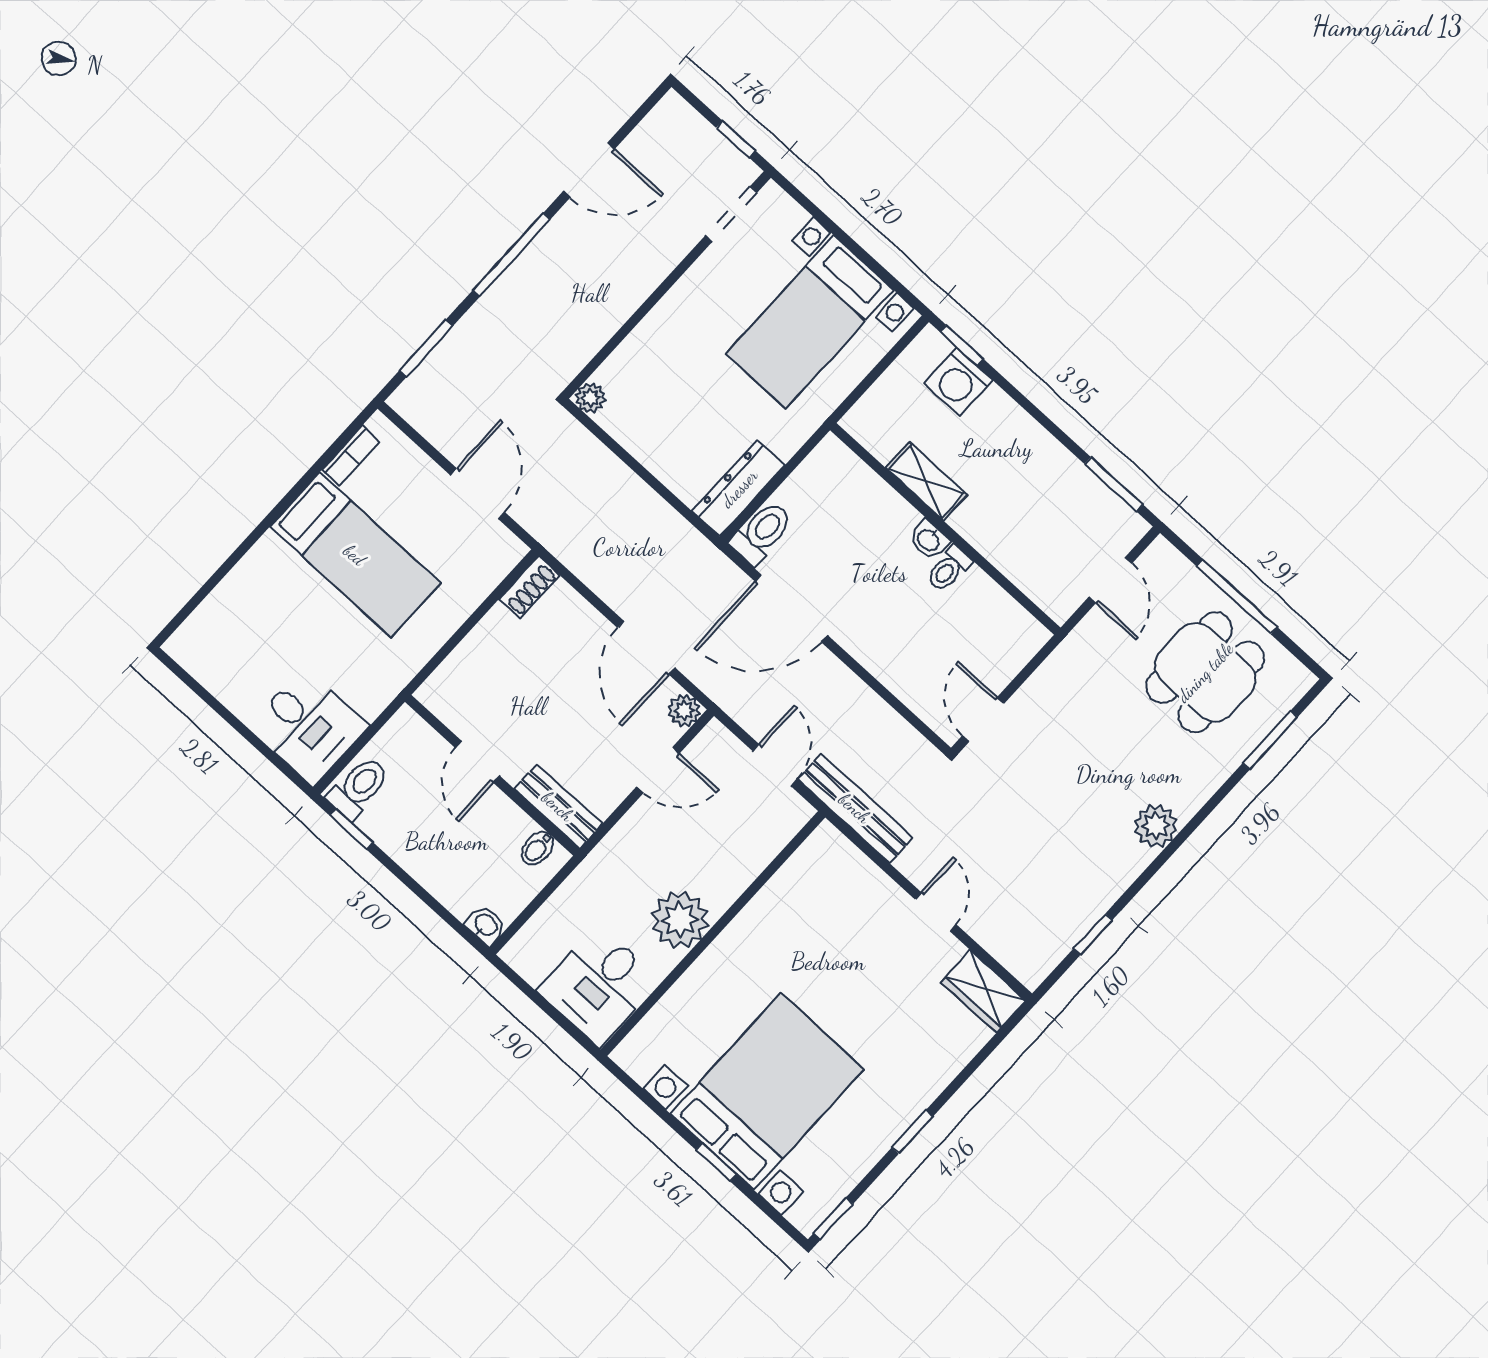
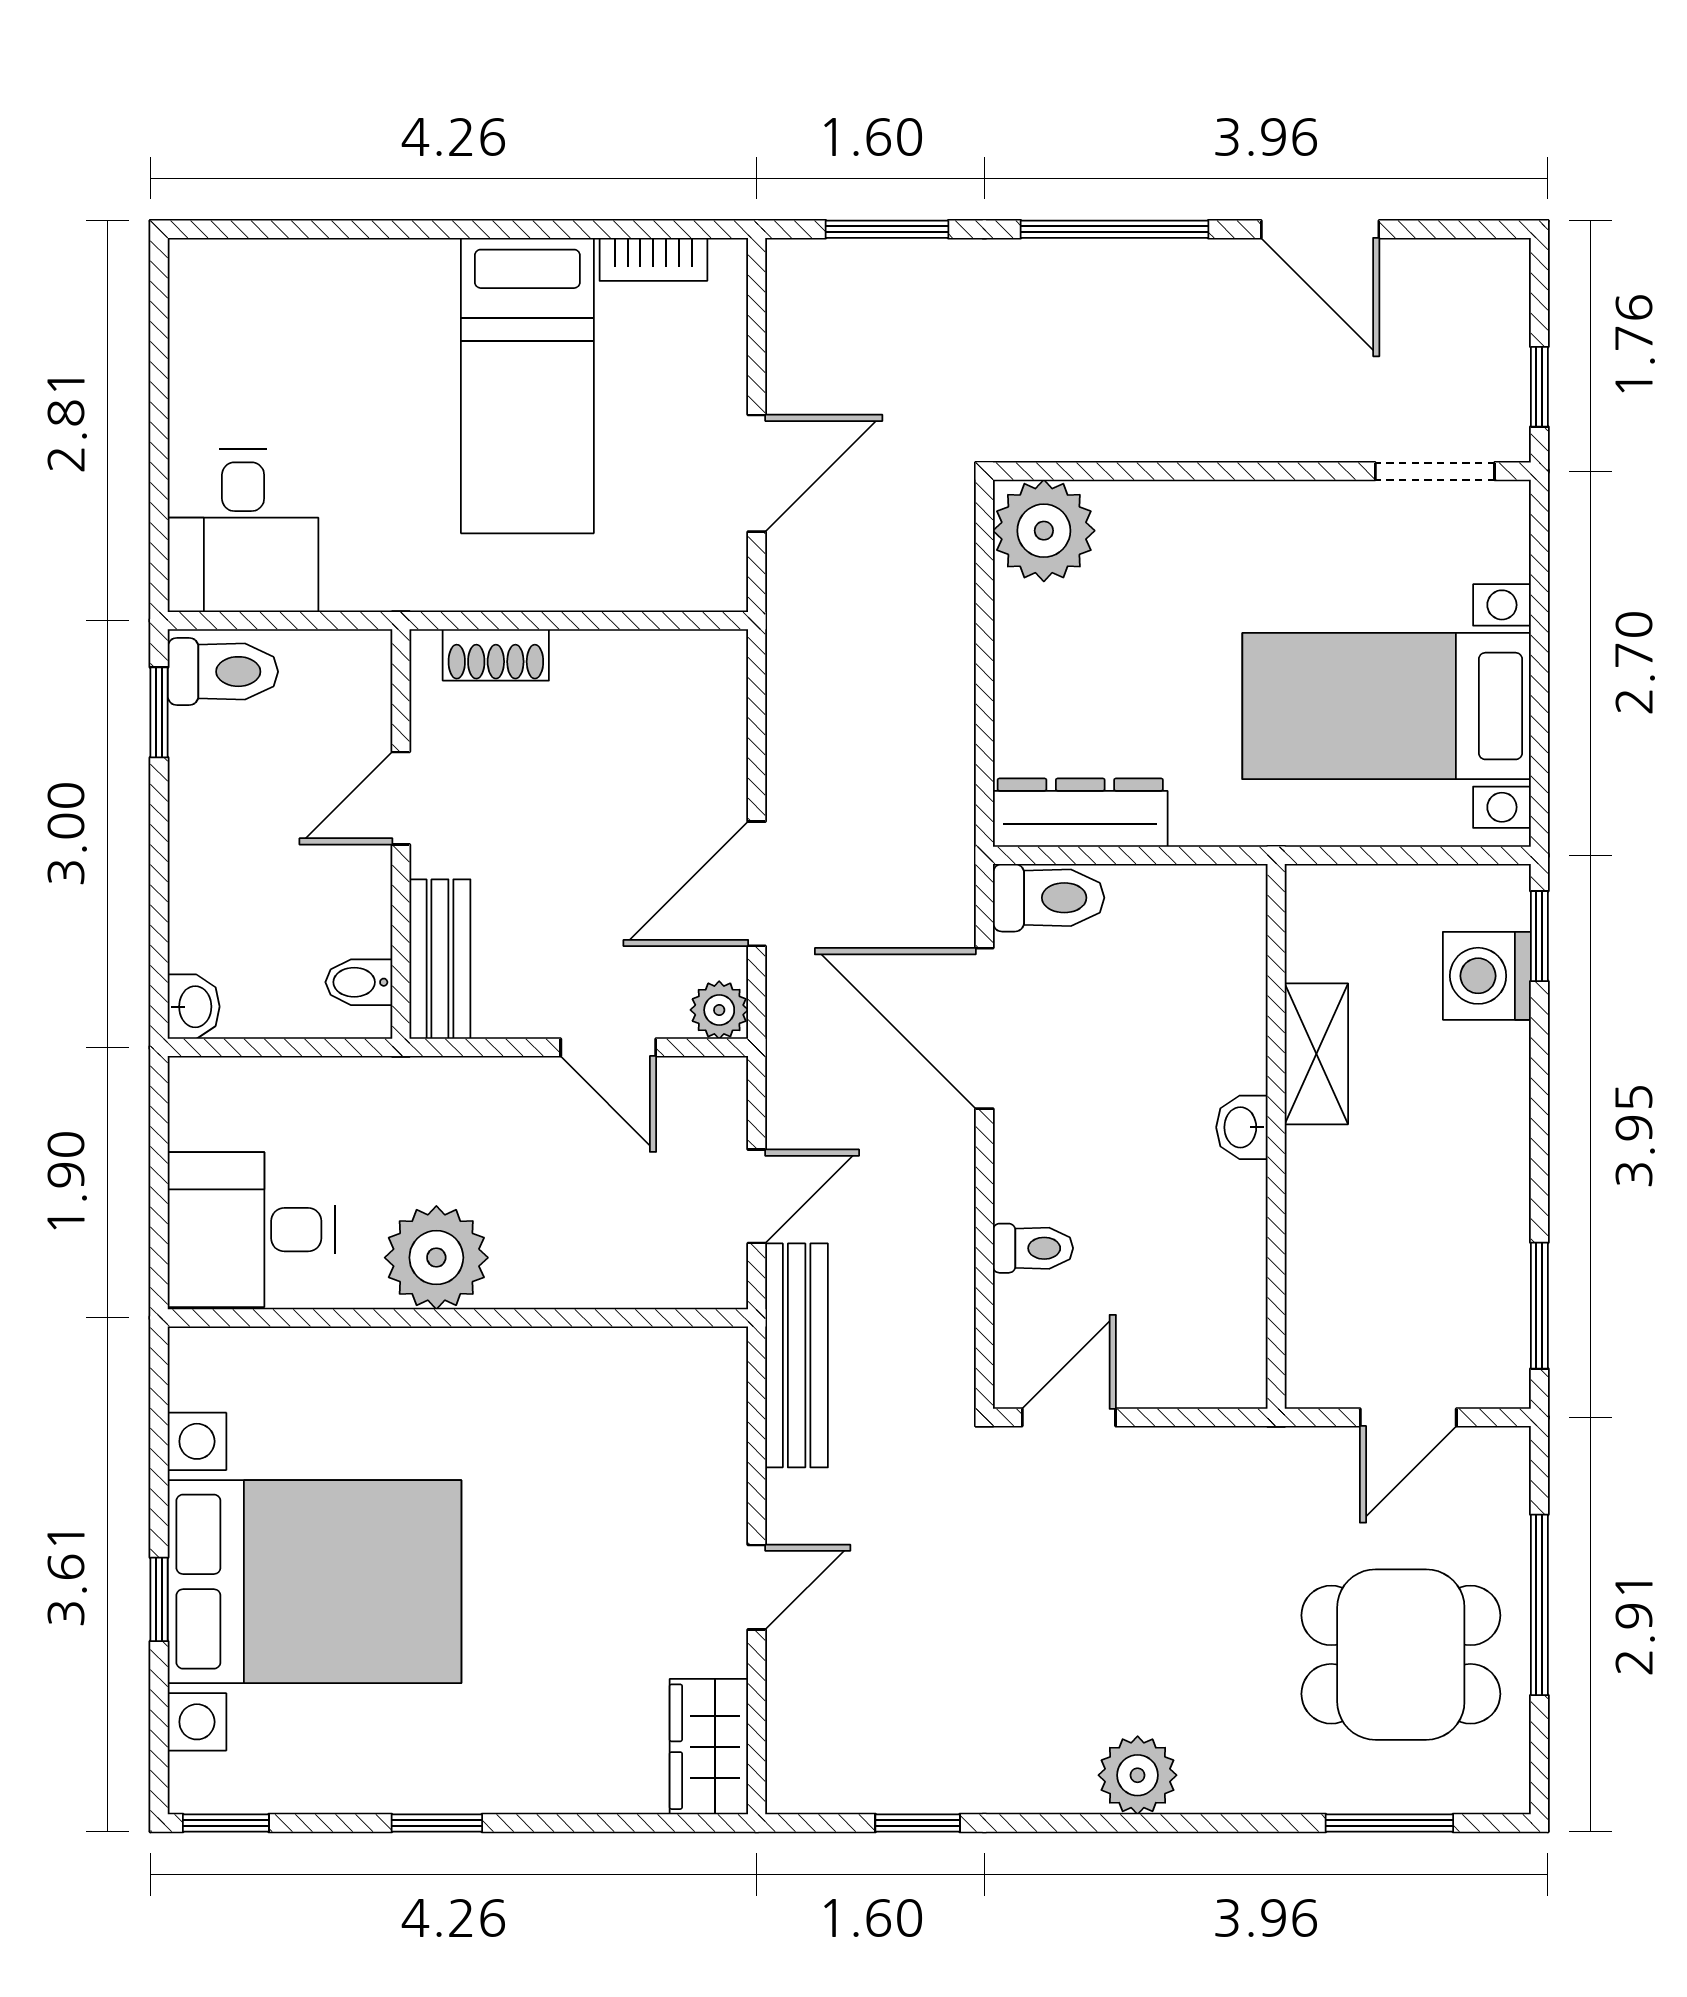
plant: (590, 398) -> (1044, 531), width x1.88, depth x1.88
toilet: (949, 569) -> (1033, 1248), moved, turned 180
shoe rack: (529, 587) -> (496, 655), moved

